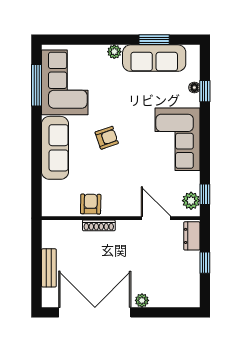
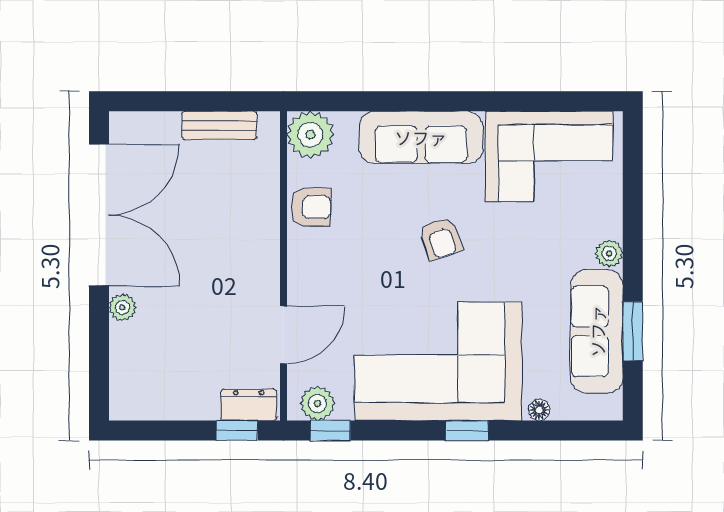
window: (37, 85) -> (543, 101), removed
window: (205, 91) -> (467, 431), moved
corner sofa: (177, 139) -> (438, 361), width x1.36, depth x1.36
plant: (54, 204) -> (310, 135), added
shoe rack: (99, 225) -> (269, 223), removed
window: (205, 263) -> (237, 431), moved
bench: (49, 268) -> (219, 125), moved

